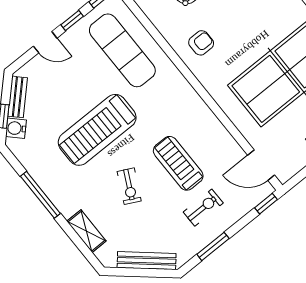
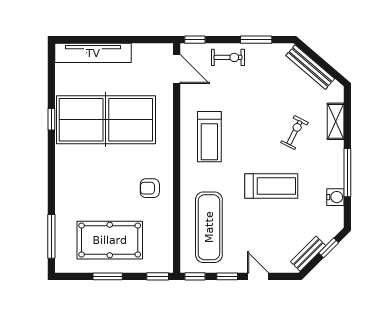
water cooler: (16, 128) -> (335, 197), moved, turned -45
treadmill: (97, 130) -> (271, 186), width x0.73, depth x0.73
treadmill: (178, 163) -> (209, 137), moved
exercise bike: (129, 186) -> (294, 133), moved
exercise bike: (203, 208) -> (228, 57), moved, turned 180

